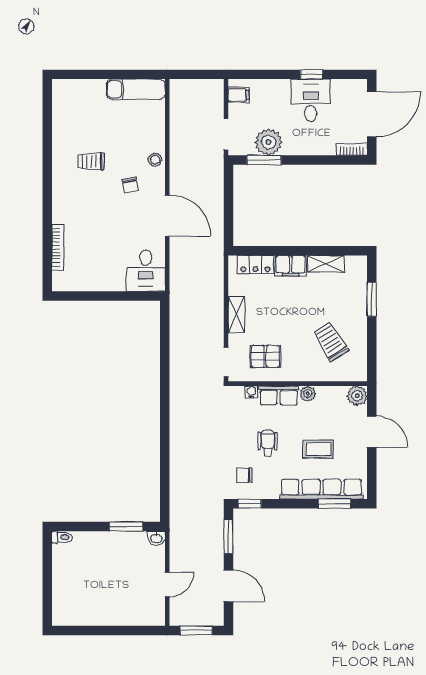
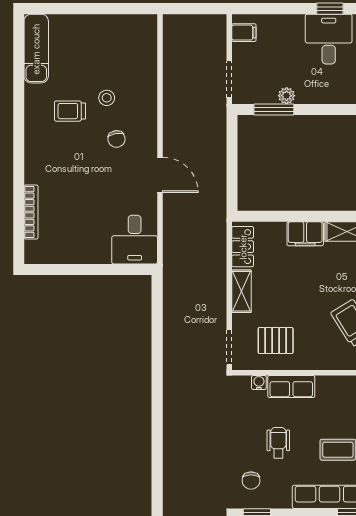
exam couch: (136, 89) -> (36, 49), moved, turned -90
plant: (269, 142) -> (287, 96), width x0.53, depth x0.53
stool: (155, 160) -> (107, 98), moved
door: (167, 216) -> (160, 175), width x0.73
locker: (255, 265) -> (243, 247), moved, turned -90
plant: (308, 394) -> (325, 384), removed
chair: (245, 475) -> (251, 481), turned -90

